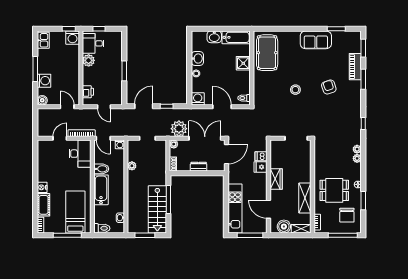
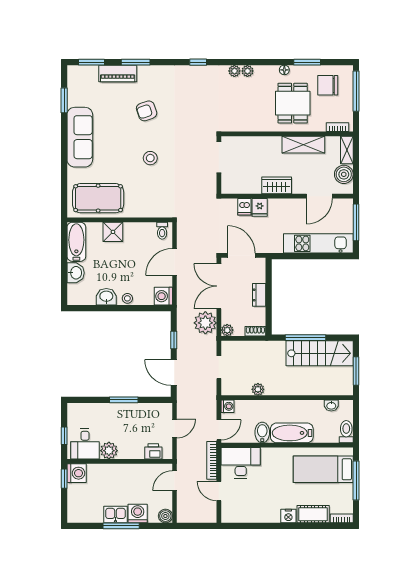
kitchen sink: (43, 40) -> (115, 515), moved
sofa: (316, 40) -> (80, 137), width x1.36
chair: (347, 215) -> (328, 85), turned 180

